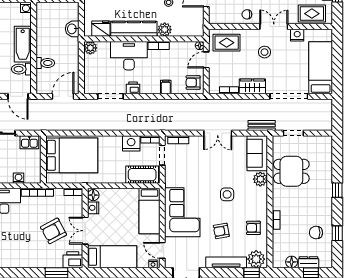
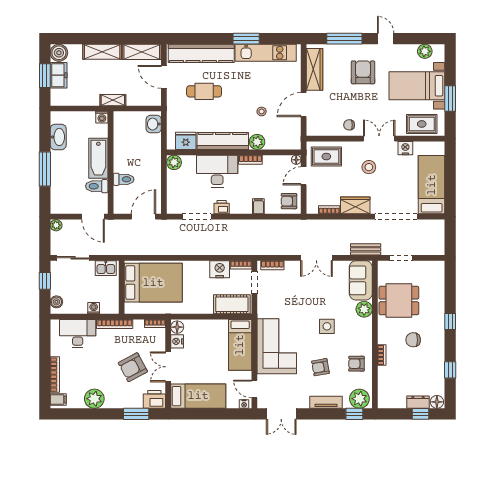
washbasin: (72, 29) -> (154, 124), moved
chair: (316, 233) -> (413, 340), moved
plant: (19, 259) -> (94, 399), added
tv unit: (226, 262) -> (326, 402), width x0.71
floor lamp: (292, 262) -> (437, 402), moved

